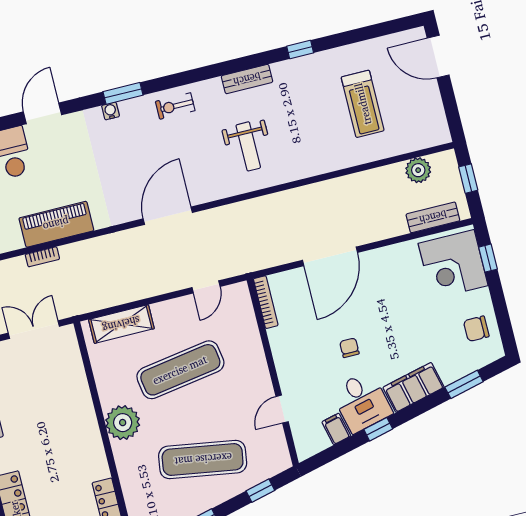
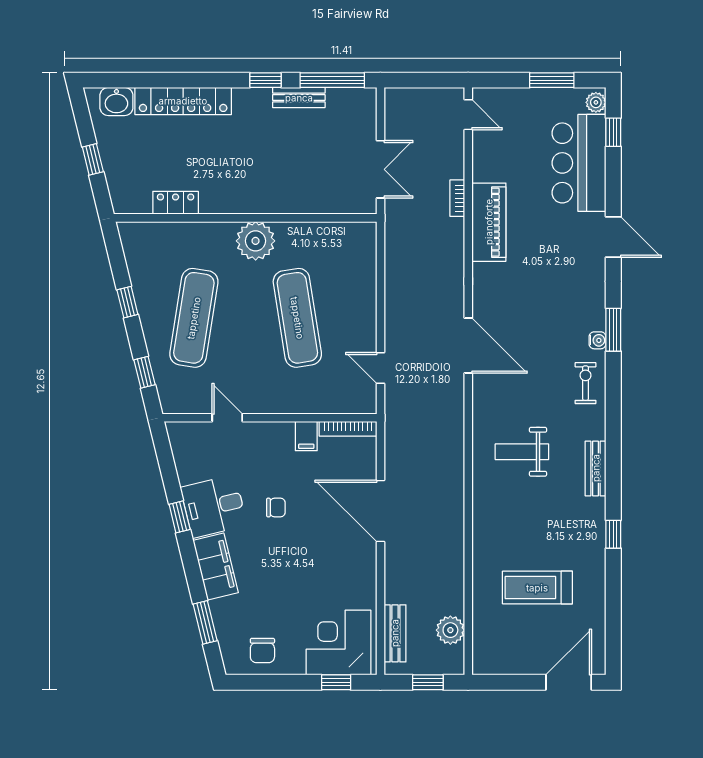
water cooler: (111, 111) -> (598, 340), moved
shelving: (121, 324) -> (363, 266), removed
chair: (476, 329) -> (262, 650), turned 180
filing cabinet: (336, 429) -> (306, 436), moved, turned 104

